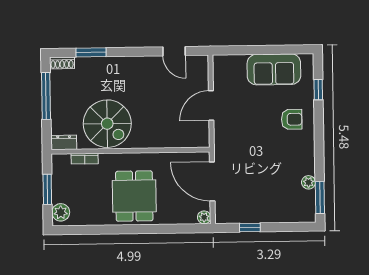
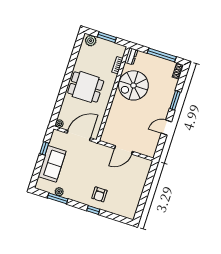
door: (174, 51) -> (166, 127), moved
window: (91, 52) -> (175, 100), moved
sofa: (274, 69) -> (52, 164), moved, turned 180
window: (318, 90) -> (93, 210), moved
door: (211, 106) -> (123, 150), swing flipped
window: (320, 198) -> (58, 198), moved

